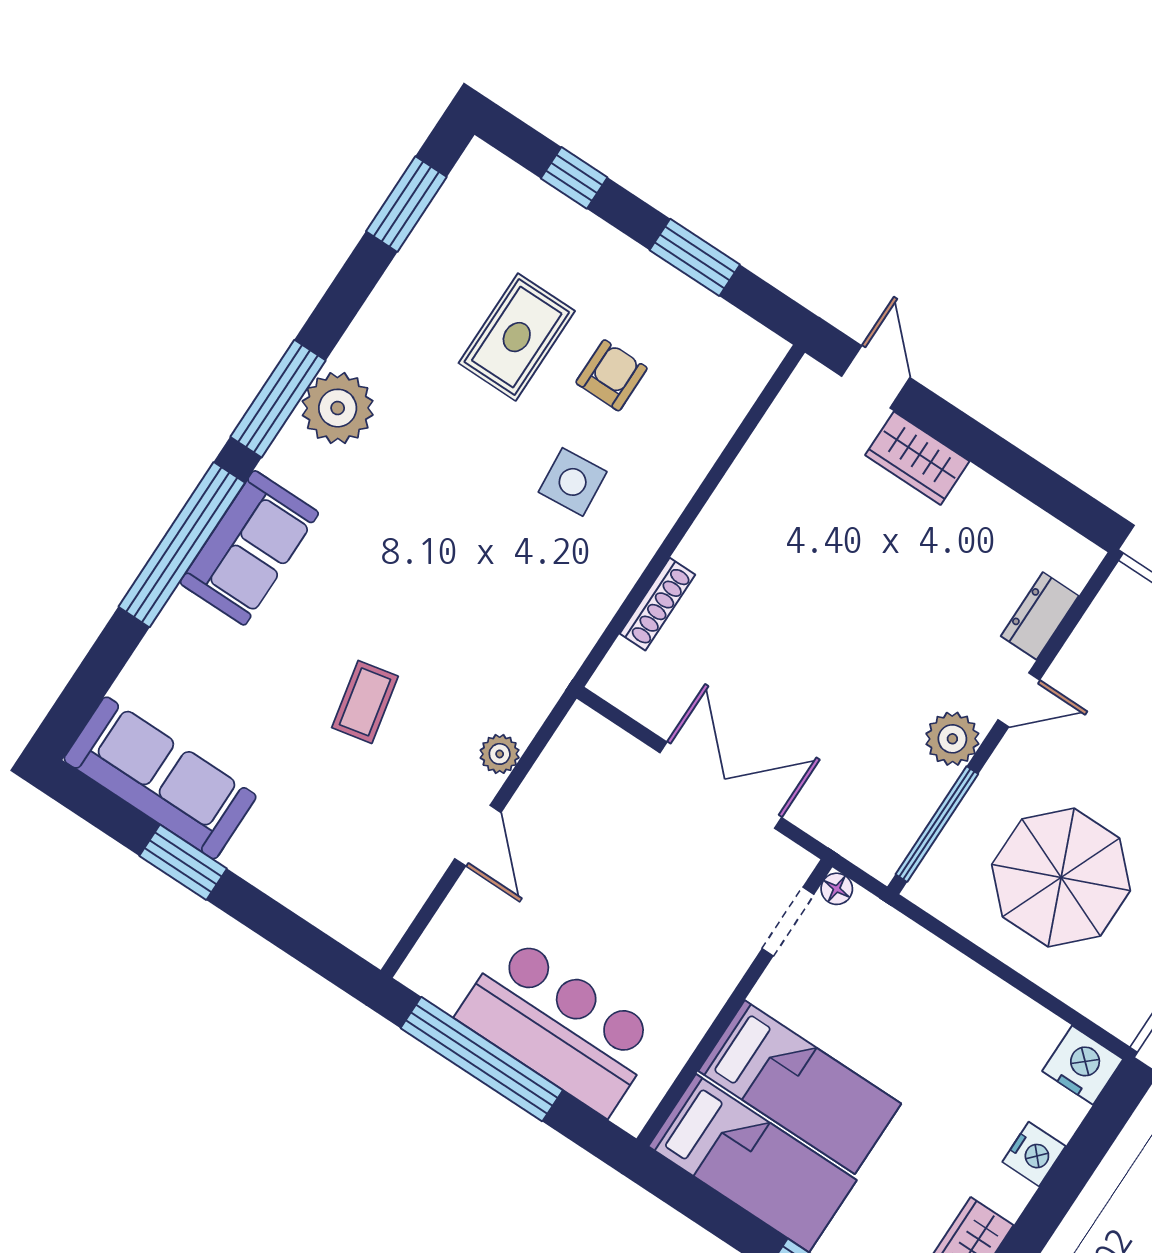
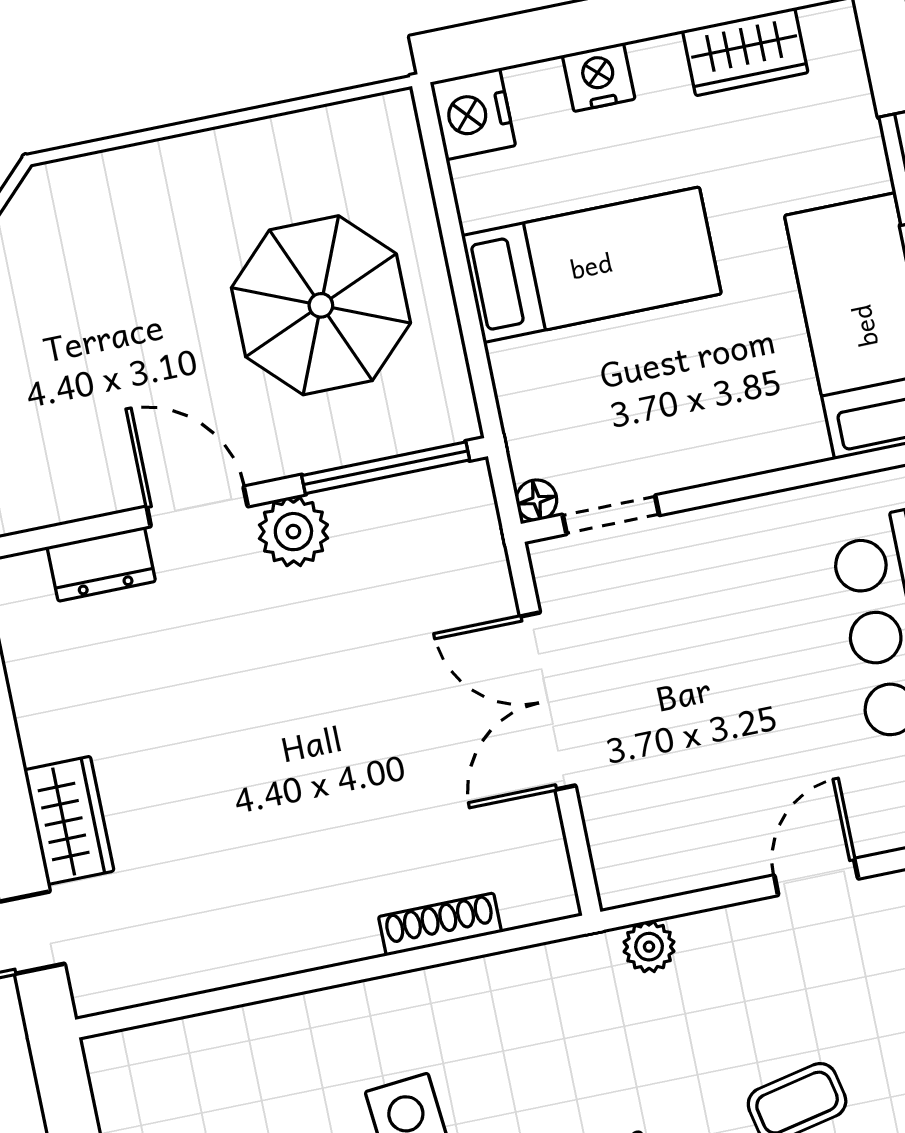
door: (1019, 700) -> (197, 506), width x1.38
plant: (500, 754) -> (649, 947), moved
bed: (800, 1087) -> (591, 265), moved, turned 90

